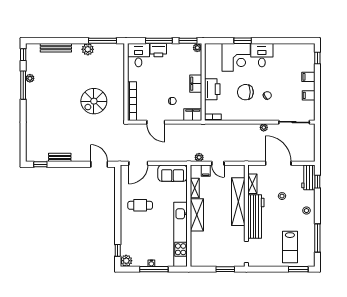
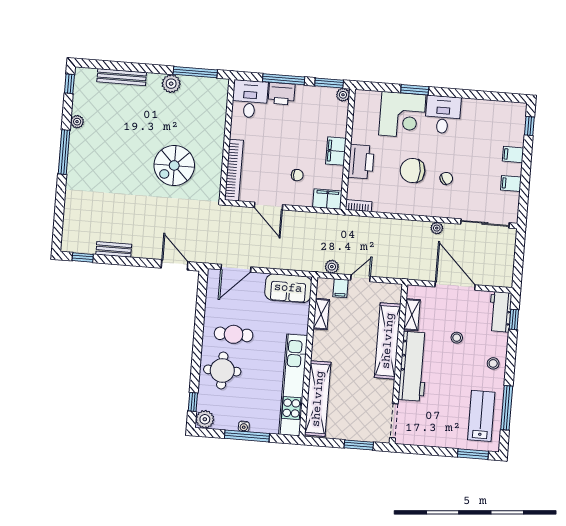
window: (23, 85) -> (64, 152), moved
door: (218, 163) -> (360, 278), swing flipped
shelving: (197, 215) -> (318, 399), moved, width x1.47
round table: (135, 229) -> (222, 370), added
lab bench: (290, 247) -> (481, 416), moved, turned 180

